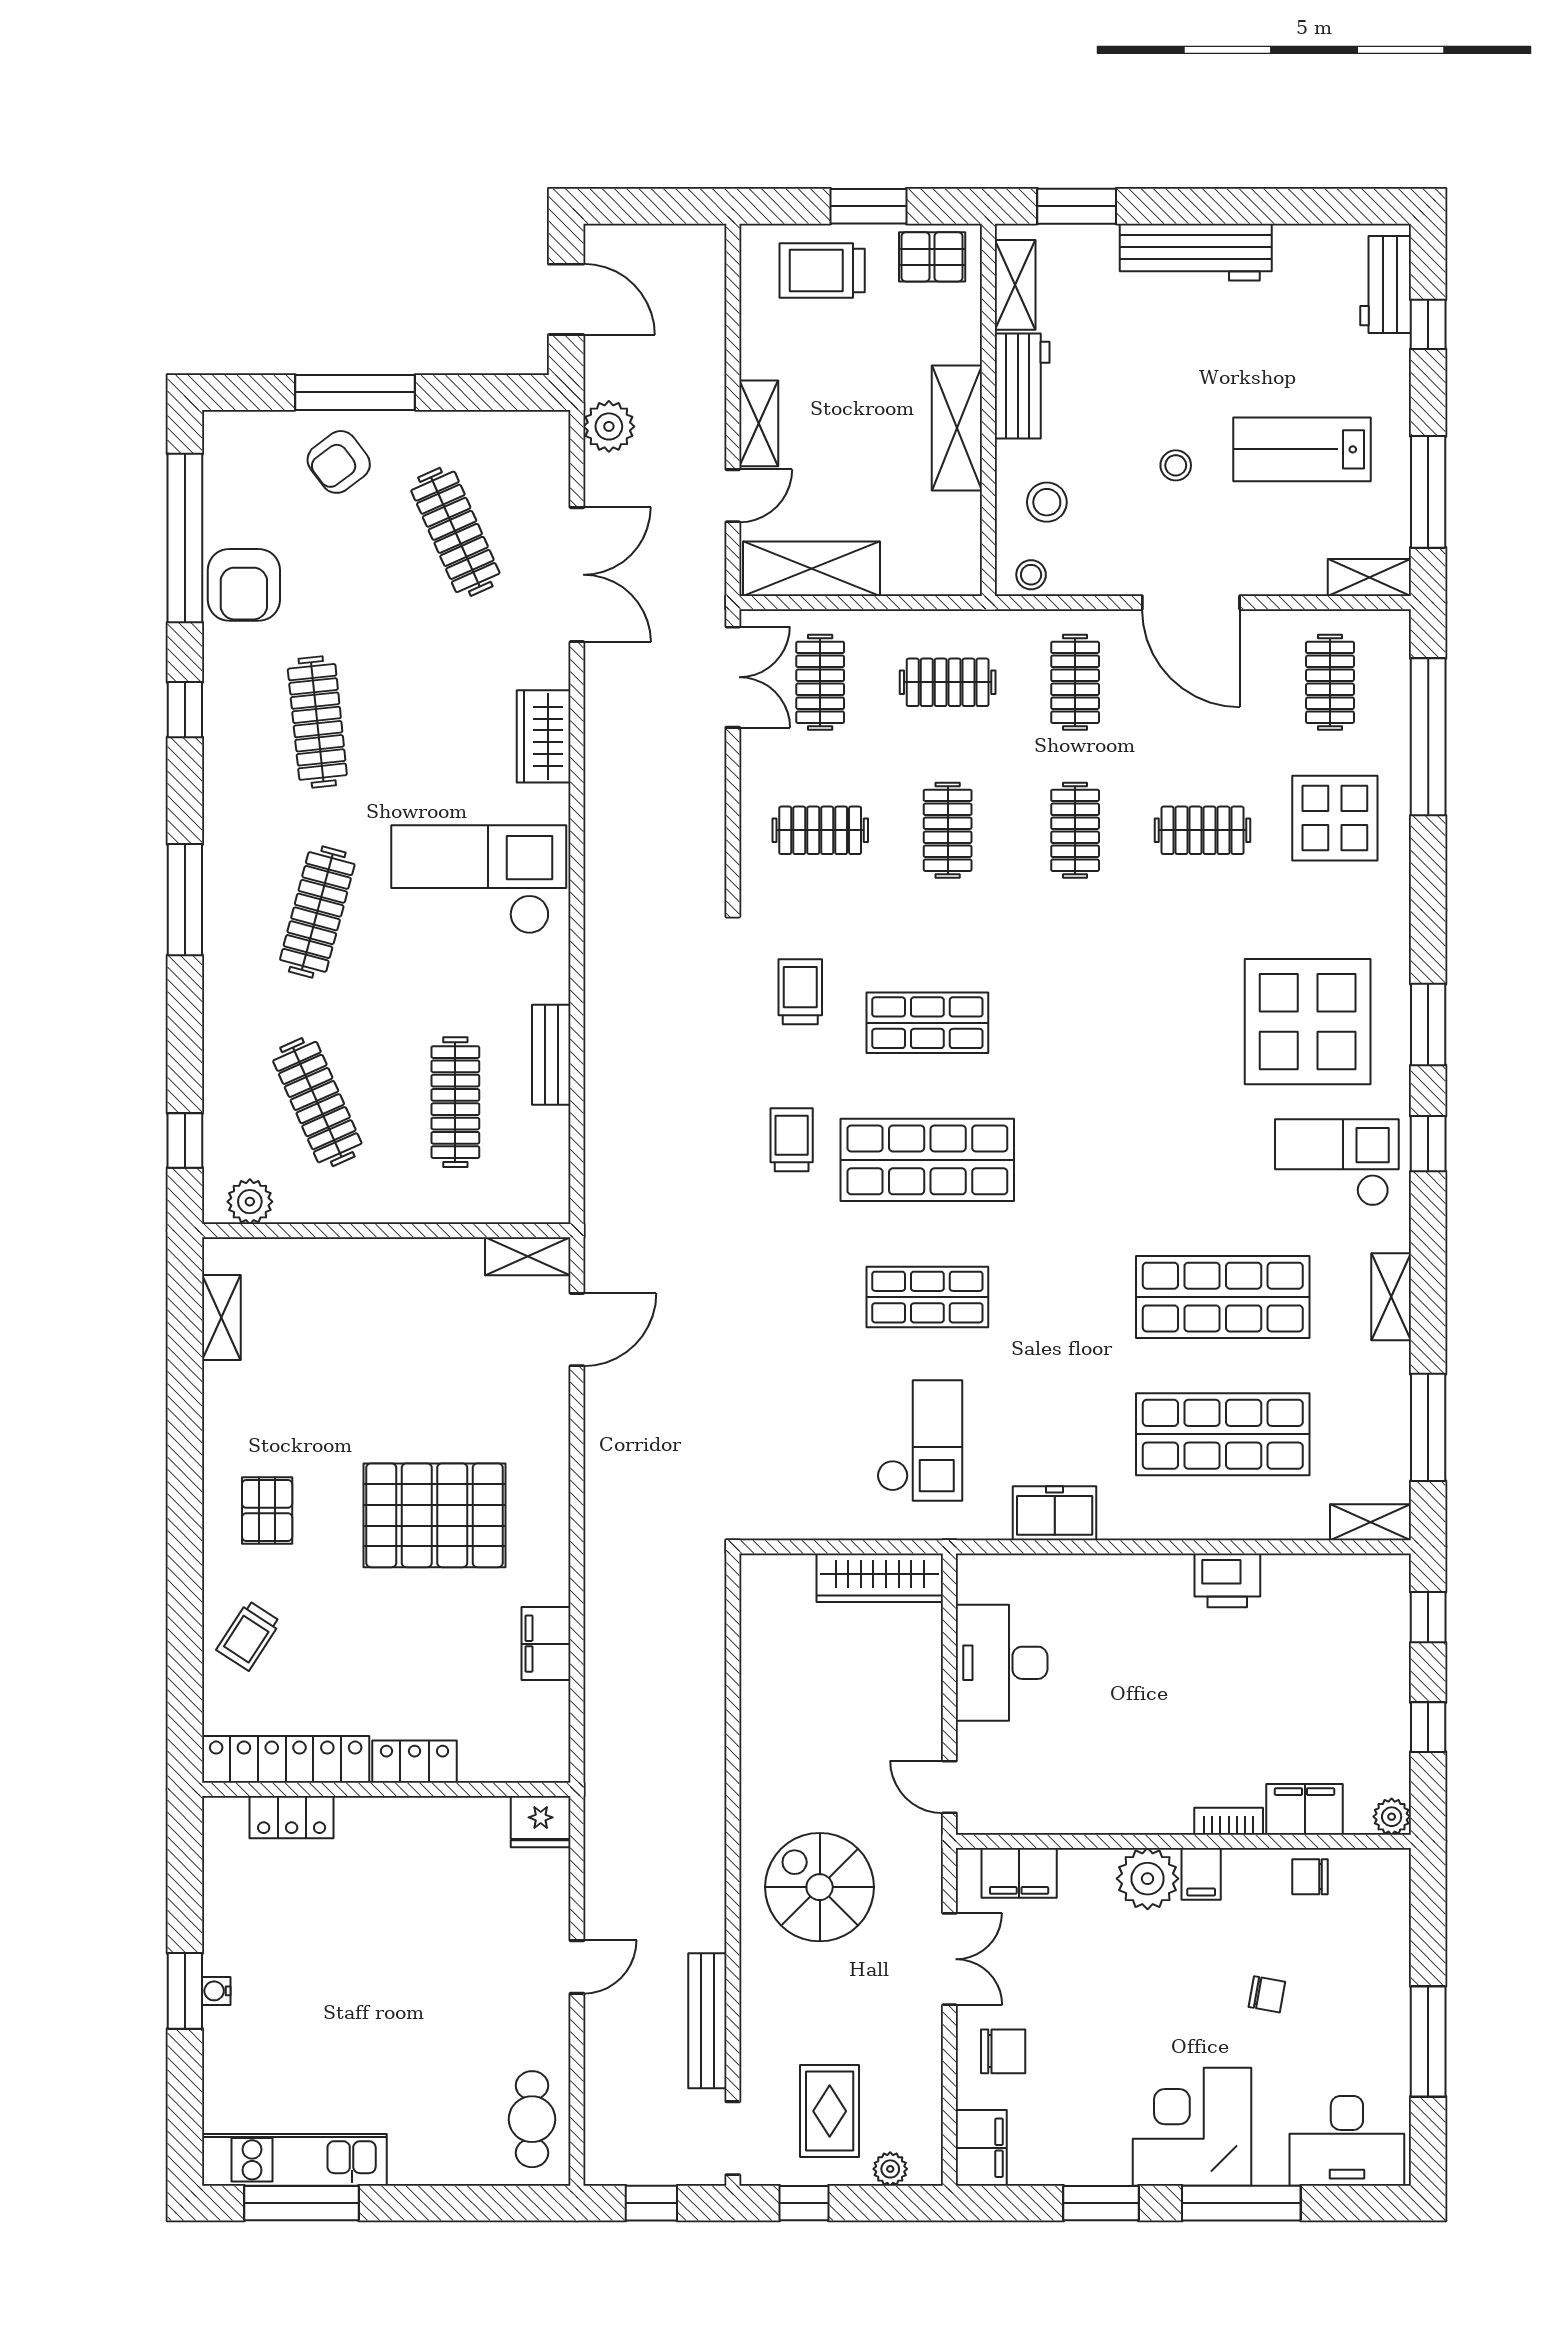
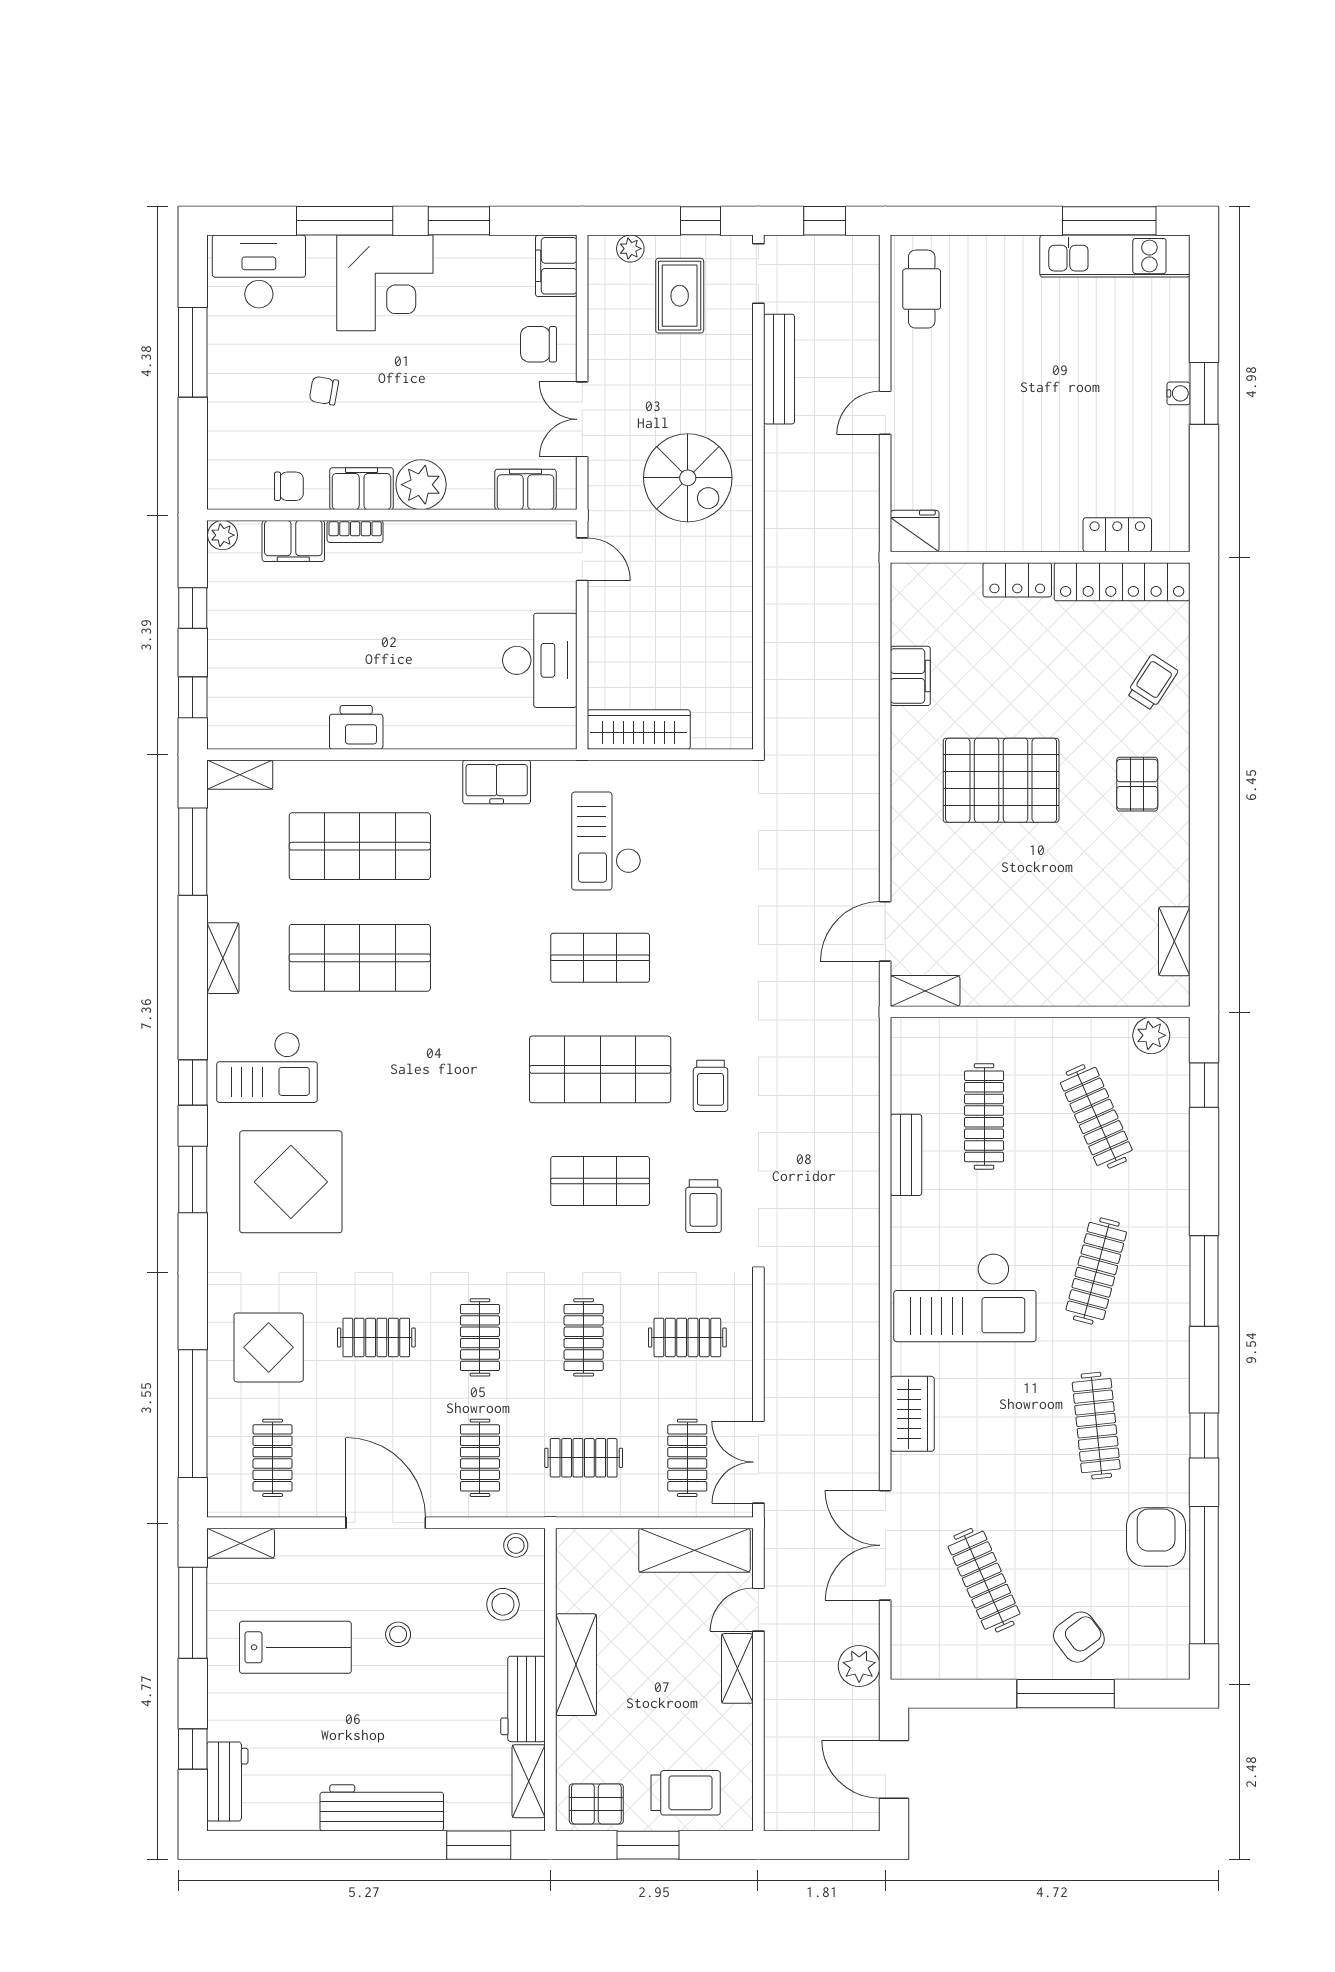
filing cabinet: (1201, 1874) -> (362, 489), width x2.00

